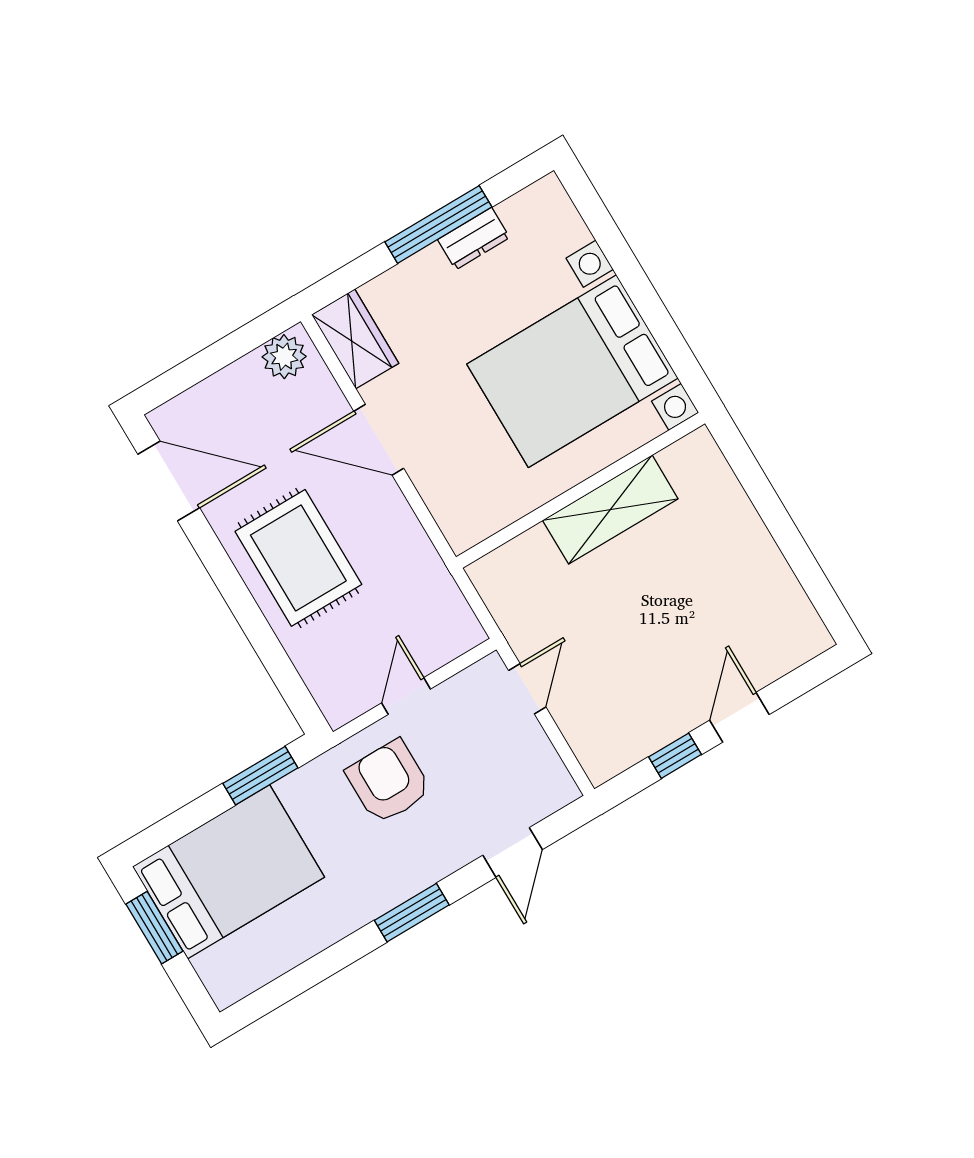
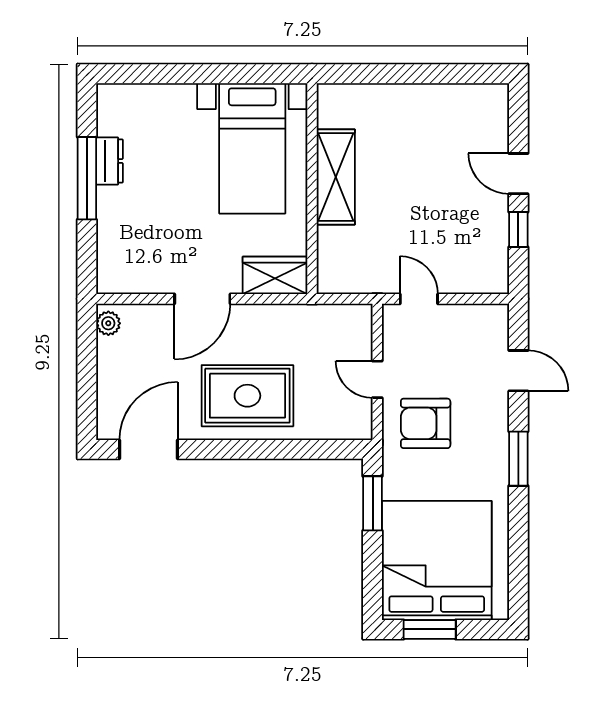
wardrobe: (355, 339) -> (275, 275), moved
plant: (284, 357) -> (108, 323), width x0.73, depth x0.73
bed with nightstands: (572, 371) -> (252, 148), width x0.73
bed: (229, 872) -> (437, 561), width x1.36

